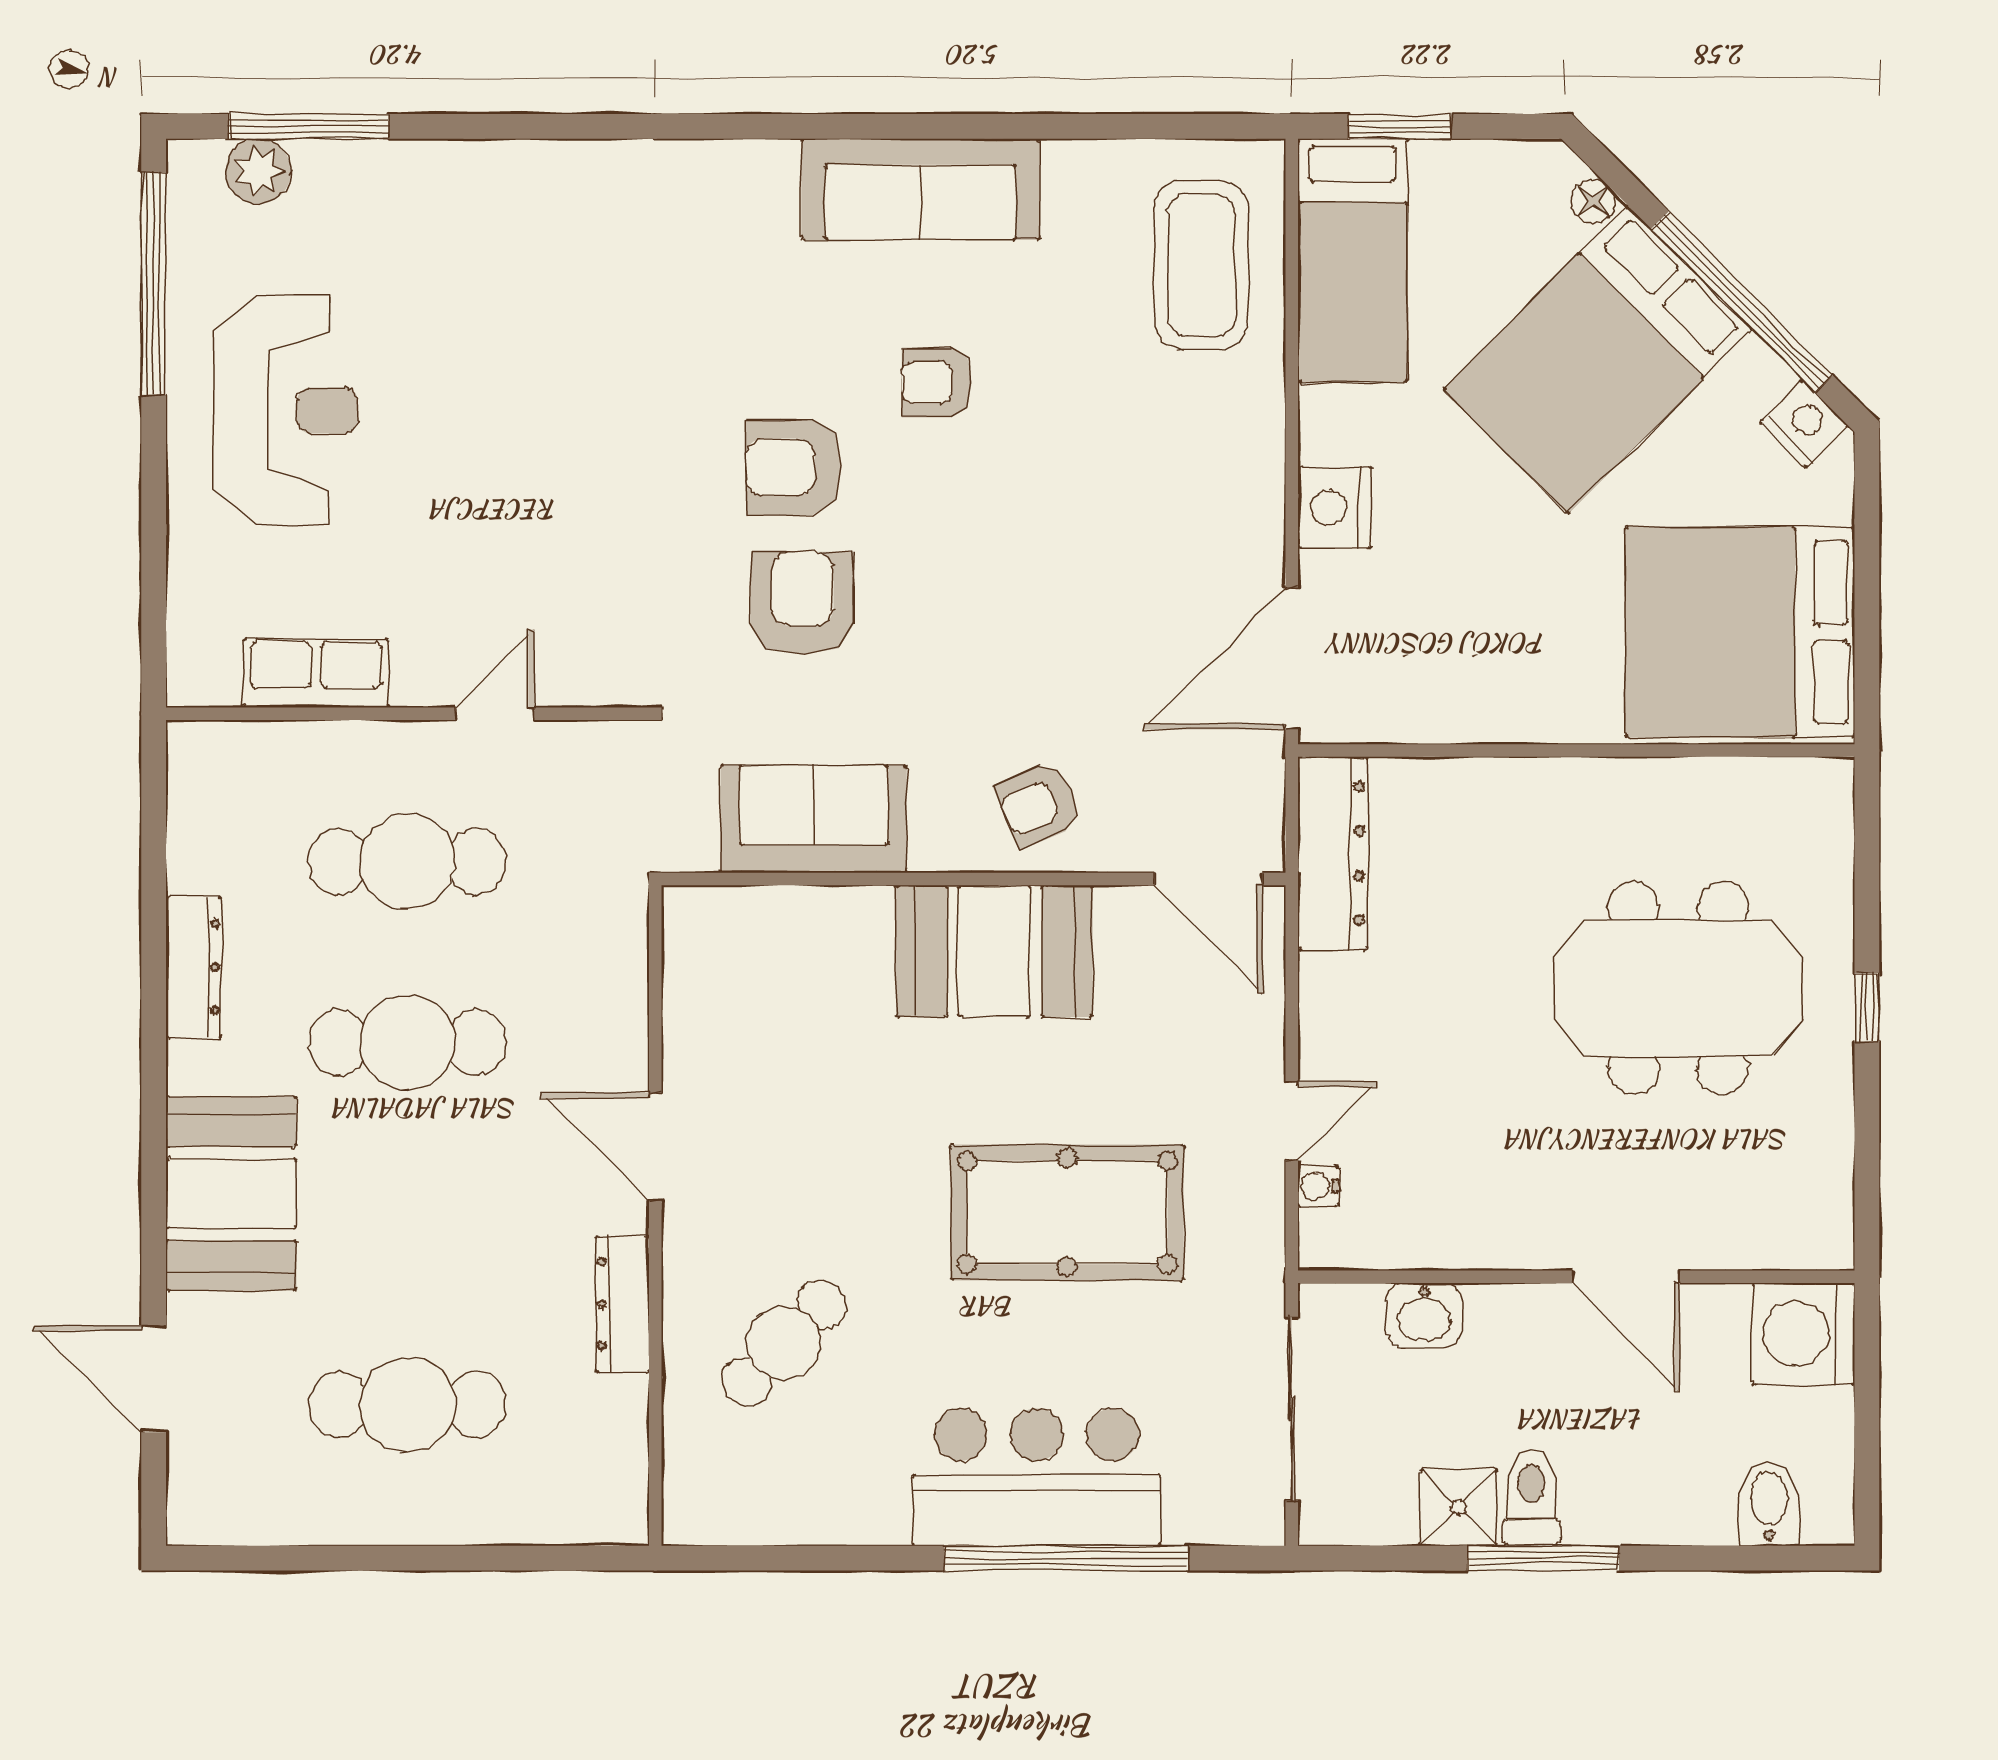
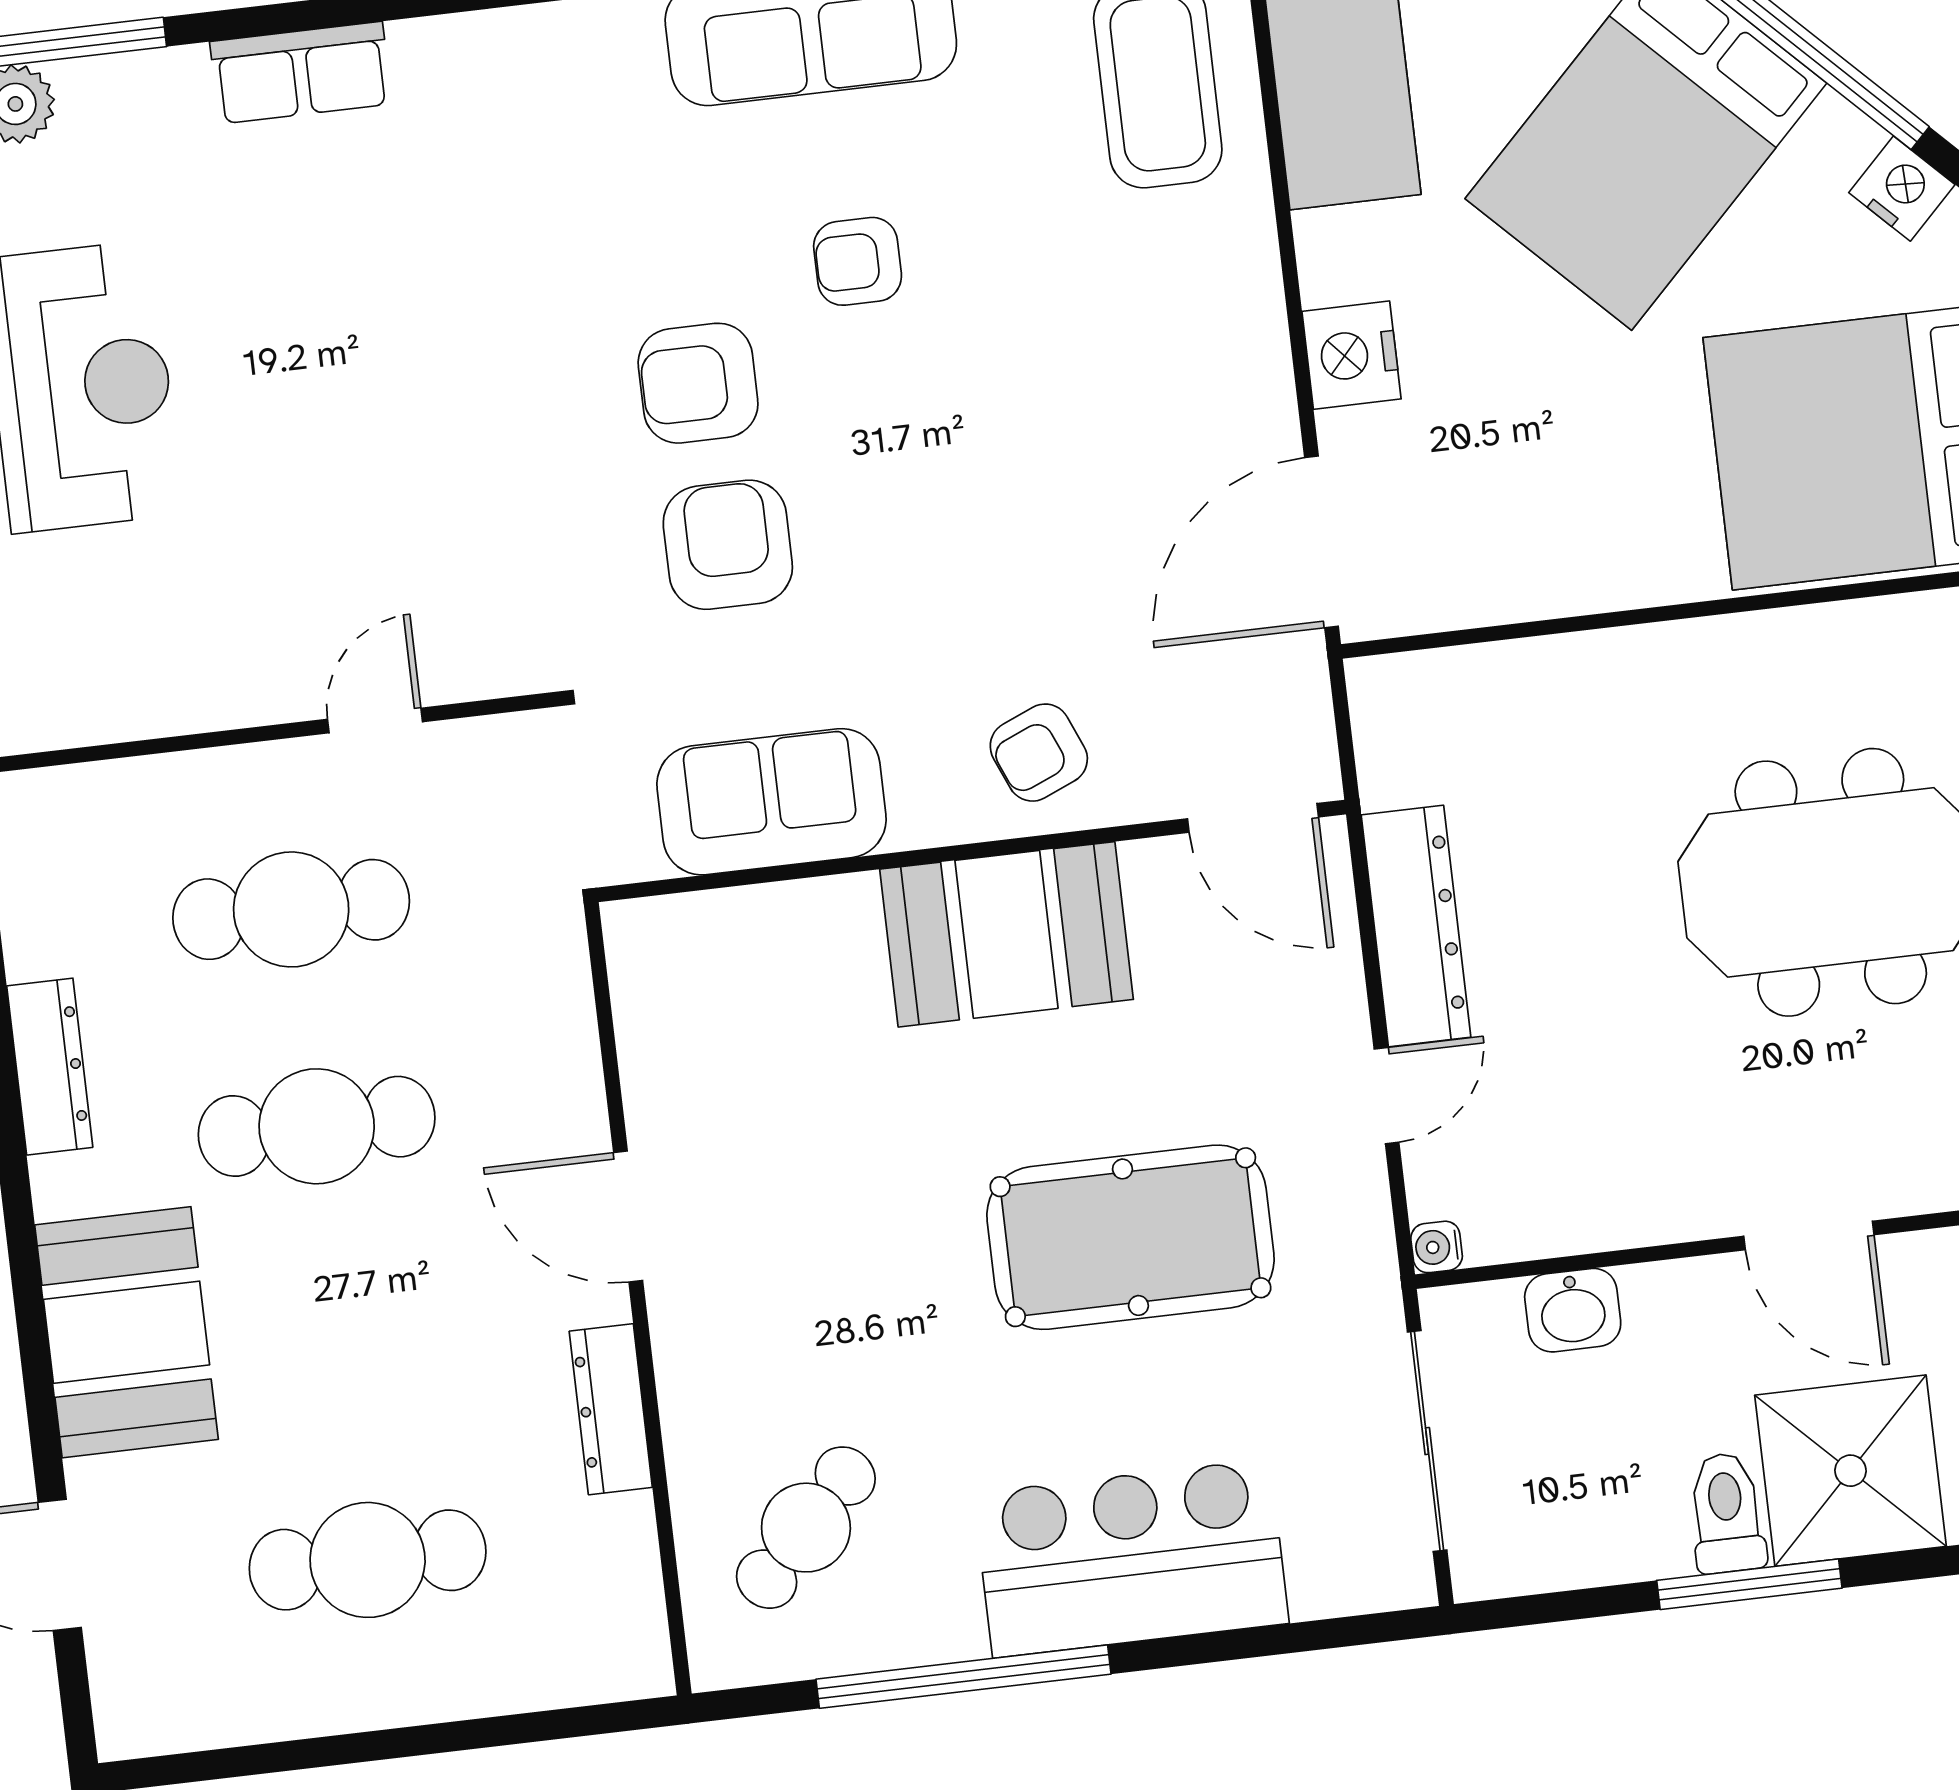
row of seats: (316, 673) -> (301, 73), moved, turned 180
dresser: (1332, 853) -> (1416, 926), moved
water cooler: (1318, 1186) -> (1437, 1247), moved
cafe table: (784, 1343) -> (806, 1528), moved
shower: (1458, 1508) -> (1850, 1471), moved, width x1.86, depth x1.86
window: (1066, 1558) -> (963, 1677), moved

